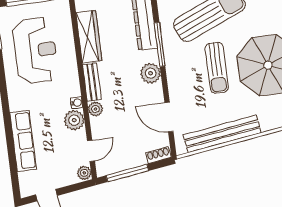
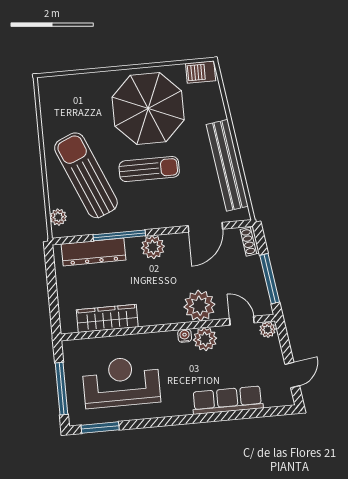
bench: (92, 82) -> (161, 317), removed
plant: (95, 109) -> (199, 306), width x1.87, depth x1.87

